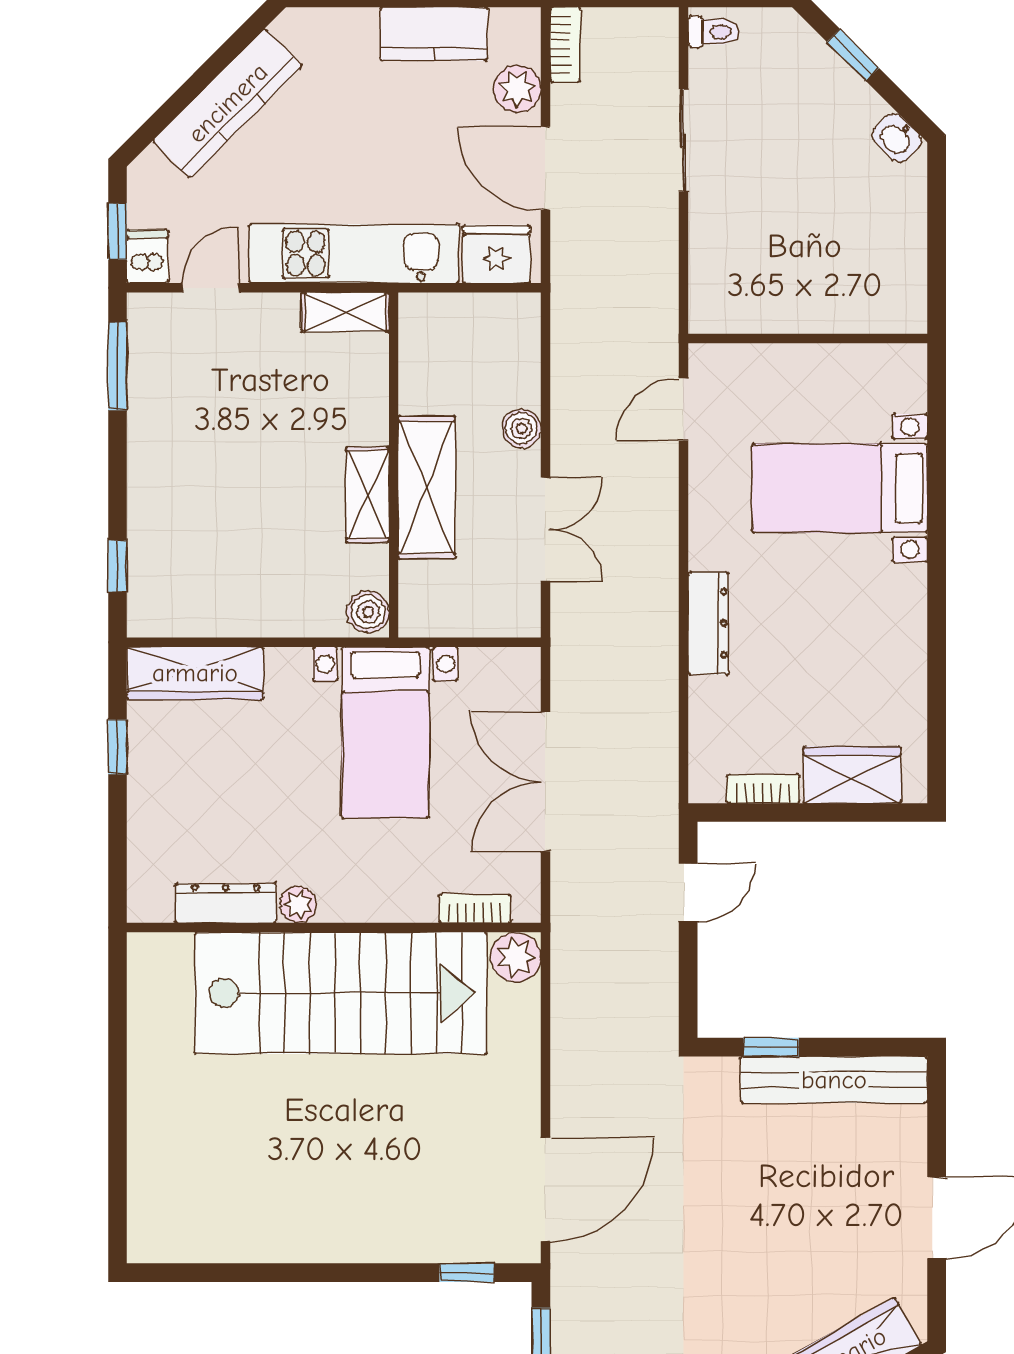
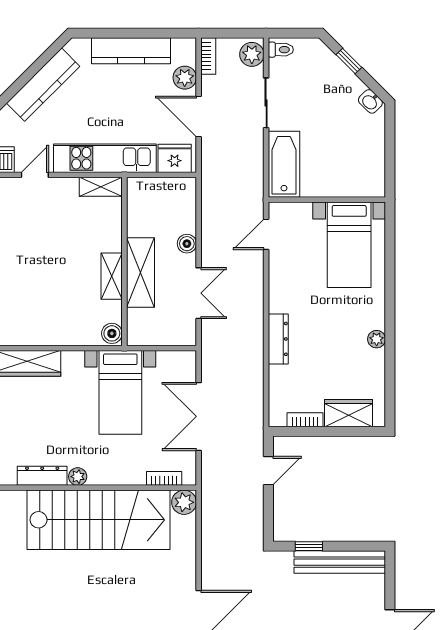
kitchen counter: (434, 34) -> (131, 51), width x1.50
plant: (654, 41) -> (252, 54), added
bathtub: (720, 266) -> (284, 164), added
bed with nightstands: (840, 488) -> (349, 245), moved, turned -90
plant: (909, 624) -> (377, 339), added

